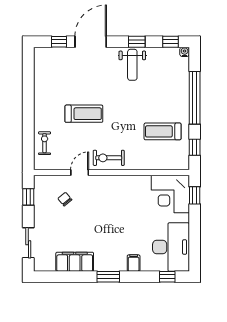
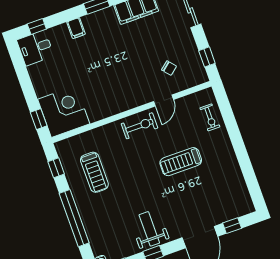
treadmill: (163, 131) -> (94, 172), turned 90
desk: (171, 247) -> (35, 48), width x0.53, depth x0.77

